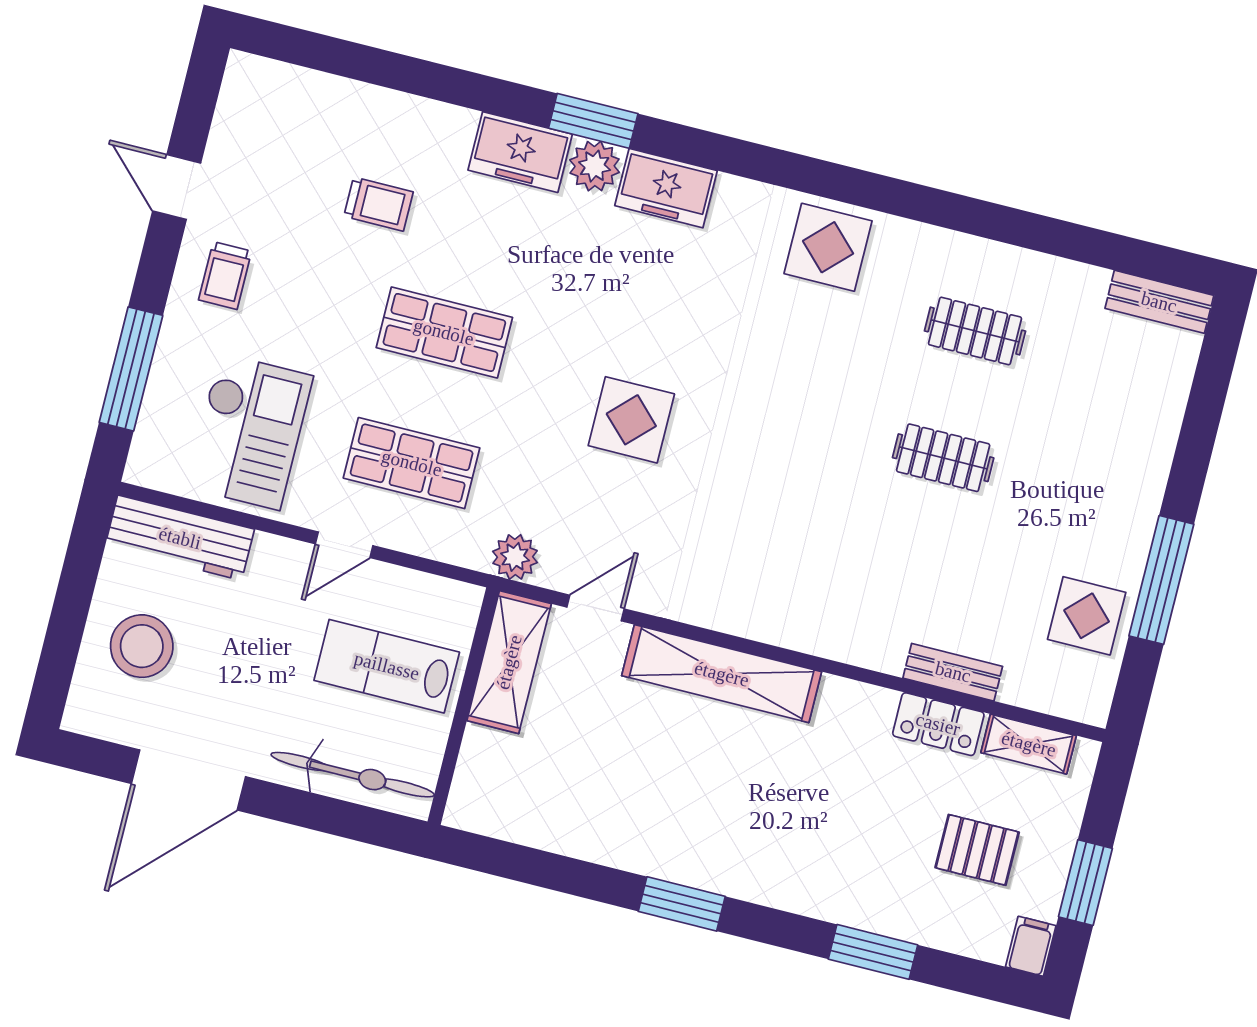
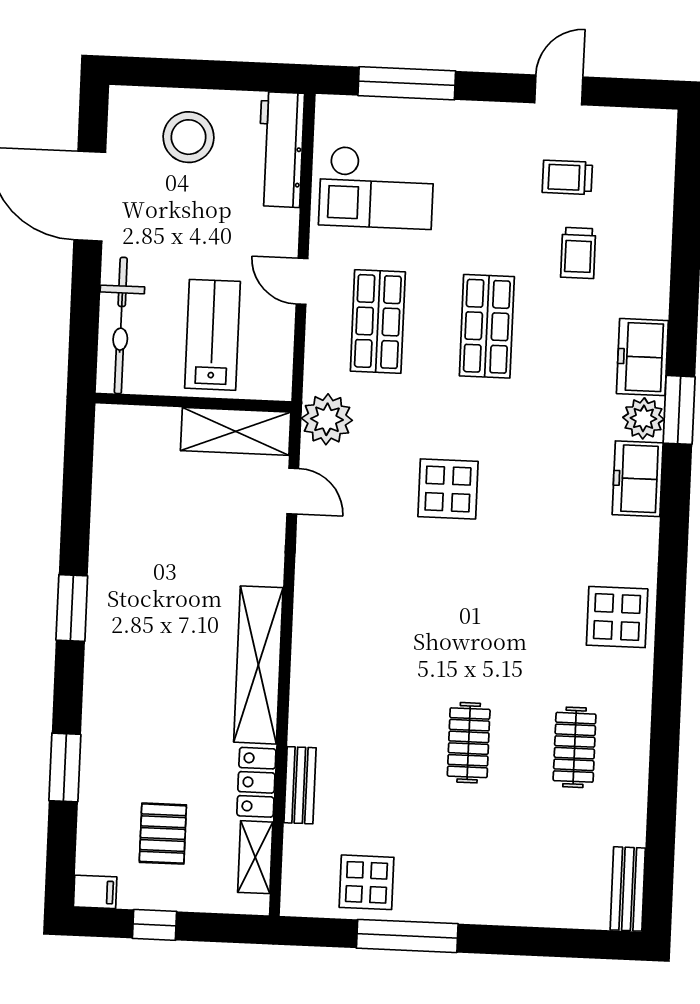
trolley: (225, 276) -> (567, 177), moved
plant: (515, 557) -> (327, 419), width x1.36, depth x1.36
shelving: (722, 674) -> (258, 665), moved
window: (1085, 883) -> (155, 925), width x0.67

